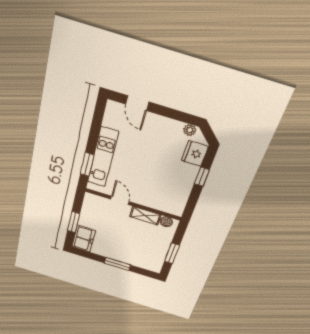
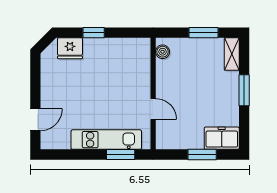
plant: (190, 130) -> (47, 61), removed
door: (120, 200) -> (153, 109), swing flipped
shelving: (145, 216) -> (232, 54), moved

